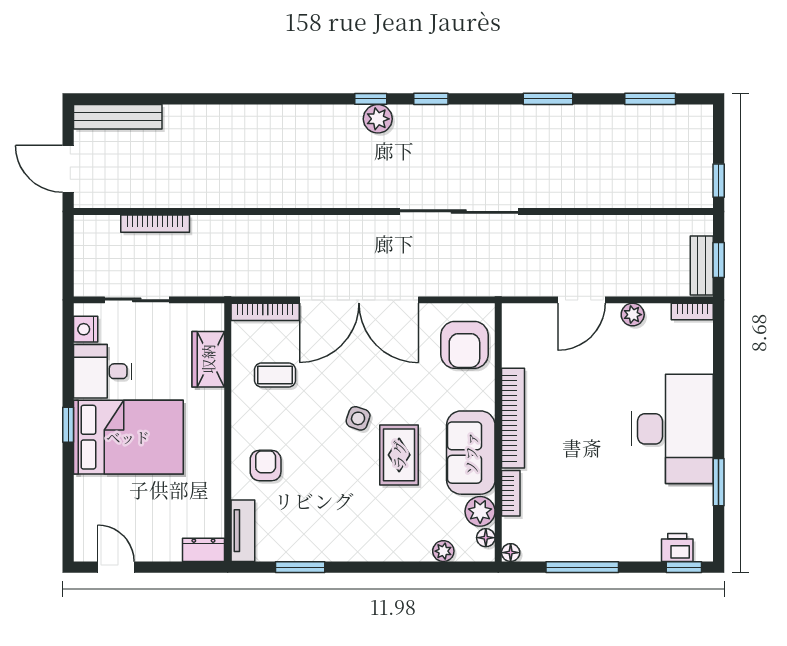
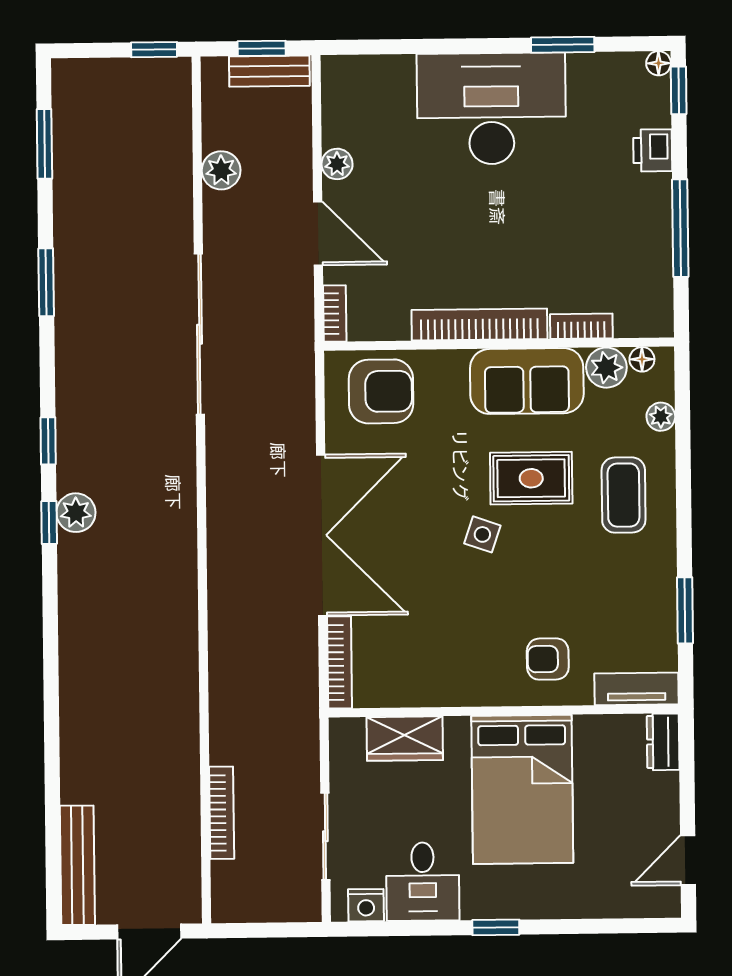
sliding door: (459, 212) -> (199, 334), moved
plant: (629, 229) -> (221, 170), added
bookcase: (692, 311) -> (335, 313), moved
coffee table: (275, 375) -> (624, 495), moved, width x1.36, depth x1.30
bed: (128, 437) -> (522, 789), moved, turned 180
printer: (677, 547) -> (653, 150), moved
floor lamp: (511, 553) -> (659, 63), moved

